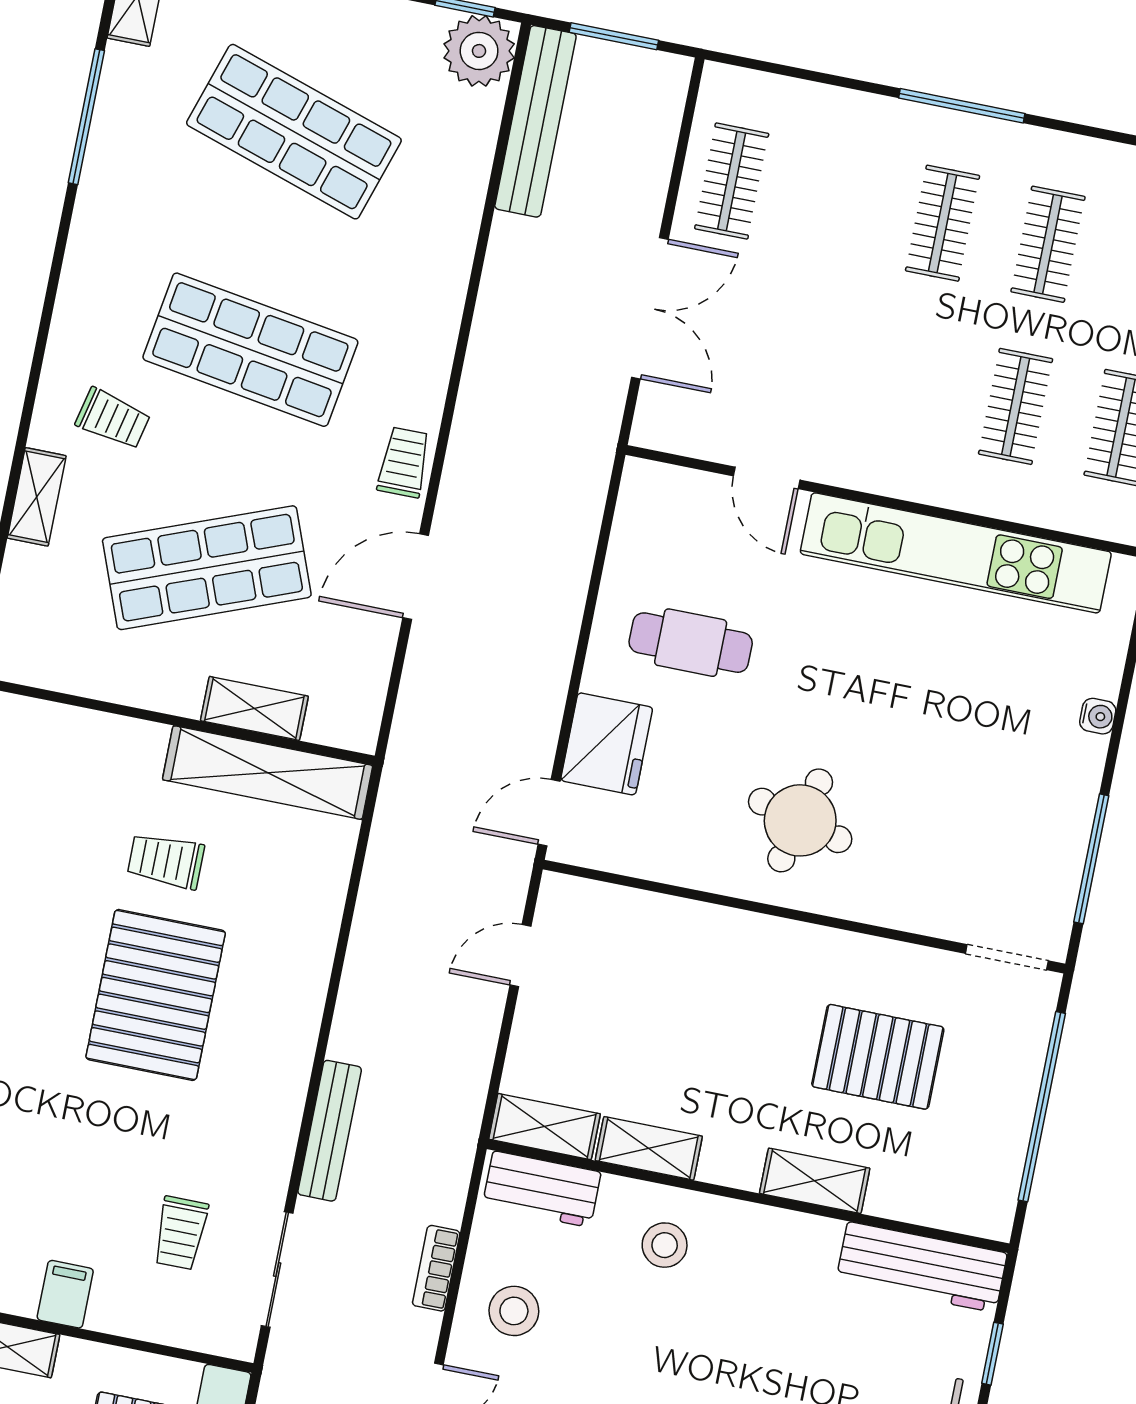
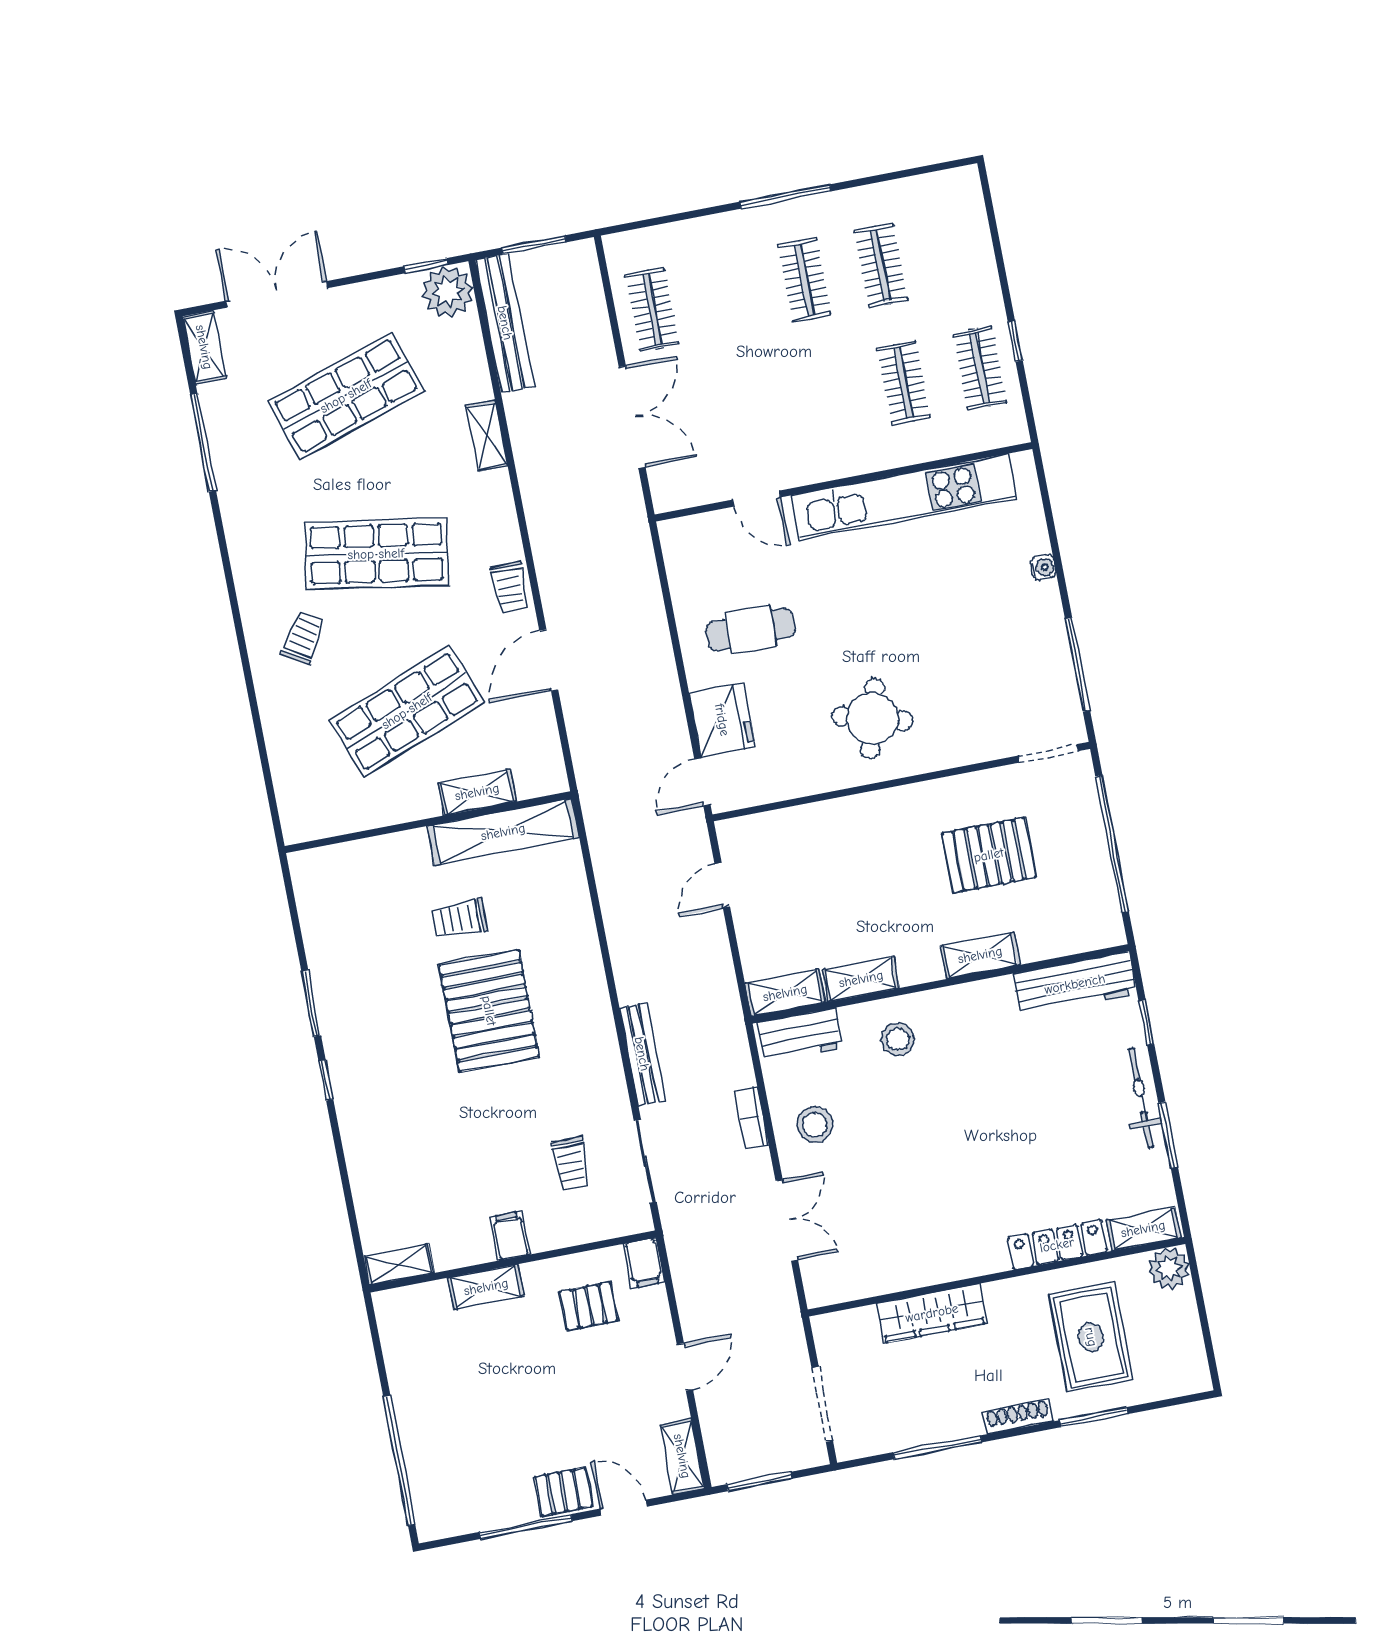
shop shelf: (294, 132) -> (346, 396), turned -36
trolley: (113, 419) -> (303, 637), turned -71
trolley: (404, 462) -> (510, 587), turned 180
shelving: (37, 497) -> (487, 436), moved

